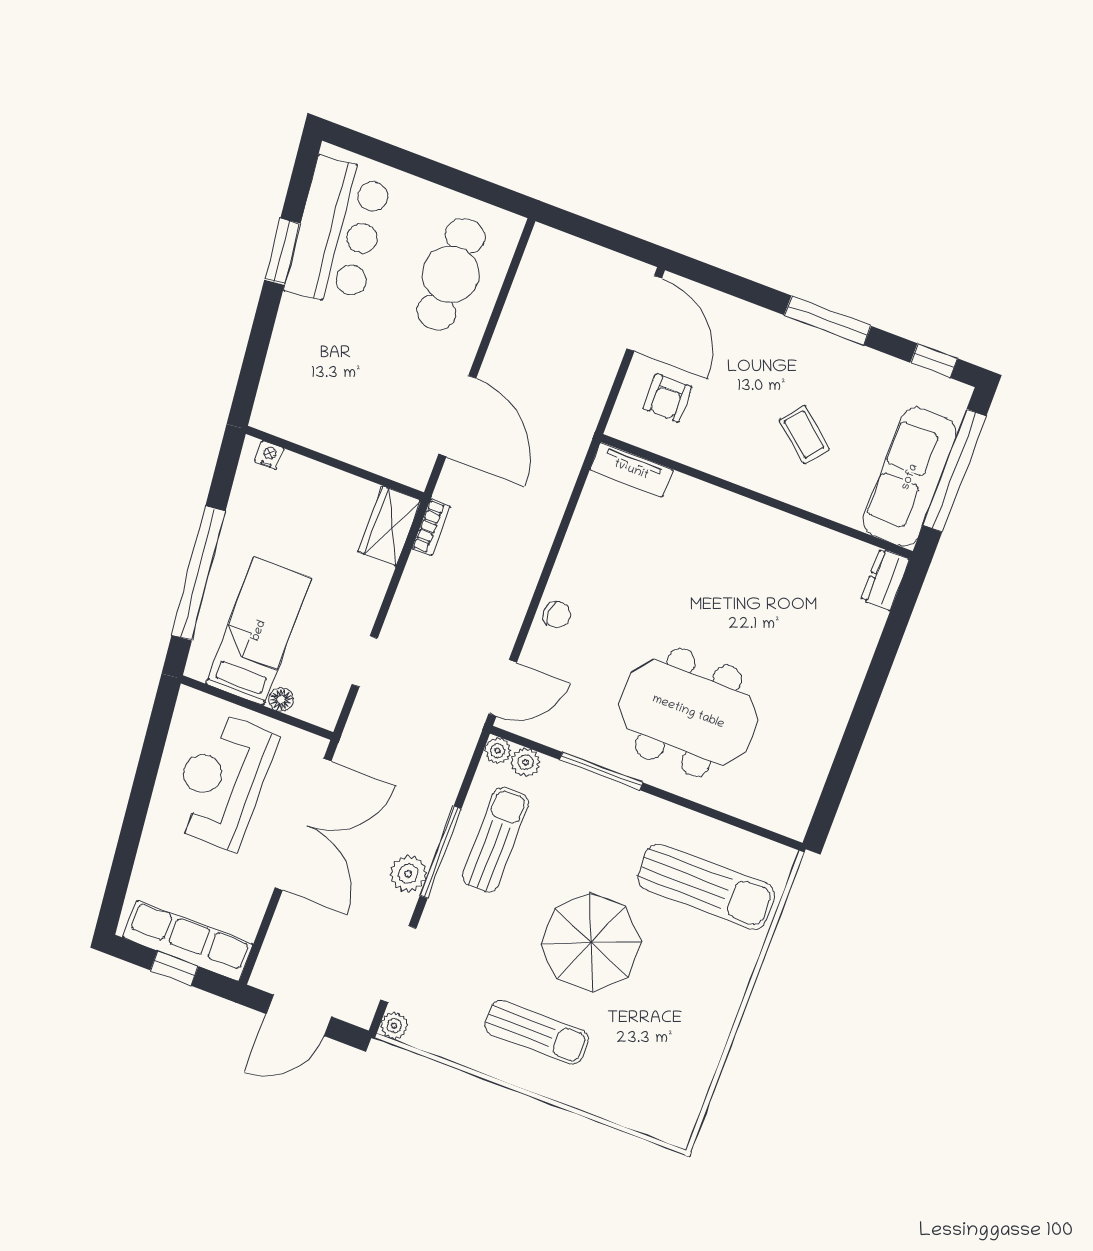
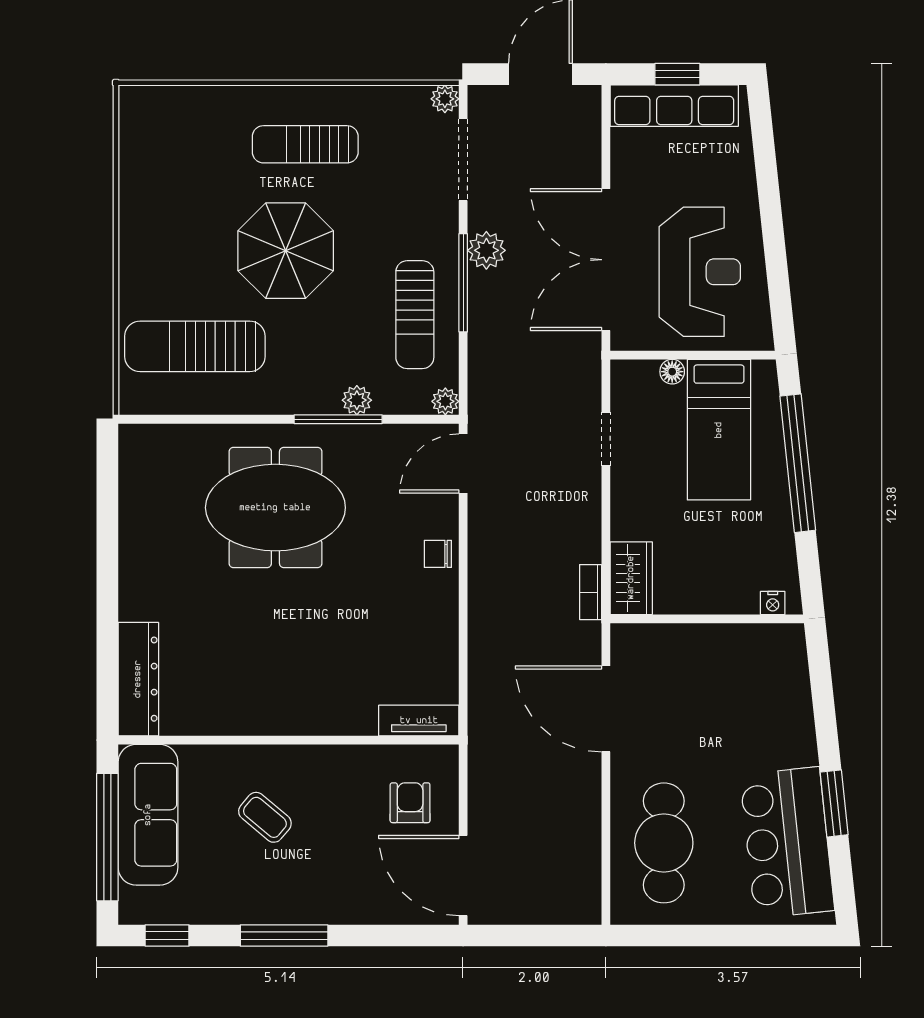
dresser: (885, 580) -> (138, 679), width x1.96, depth x1.24
plant: (526, 762) -> (357, 400), moved

